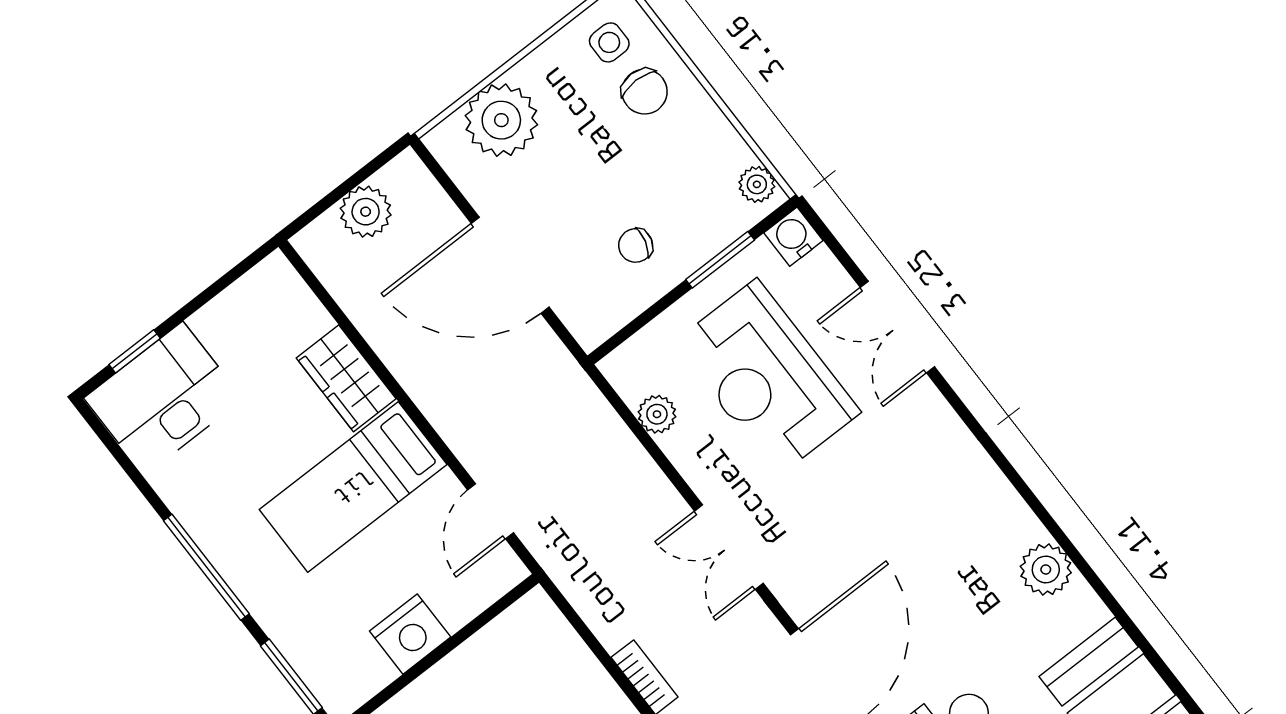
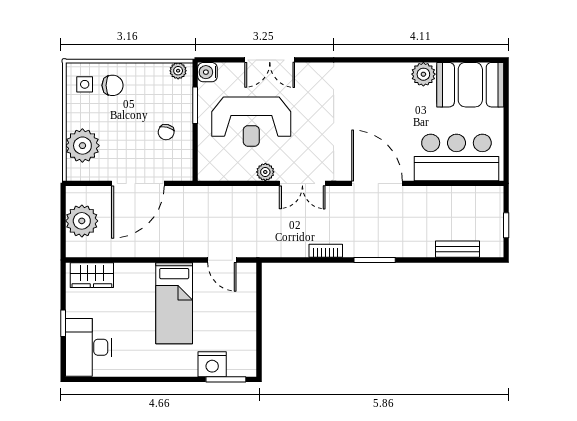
plant: (366, 212) -> (82, 221), width x1.36, depth x1.36
window: (135, 351) -> (63, 323), moved
wardrobe: (346, 378) -> (92, 275), moved
plant: (657, 414) -> (265, 172), moved
window: (206, 567) -> (162, 379), removed
plant: (1046, 569) -> (423, 74), moved
nightstand: (410, 634) -> (212, 364), moved, turned 90

